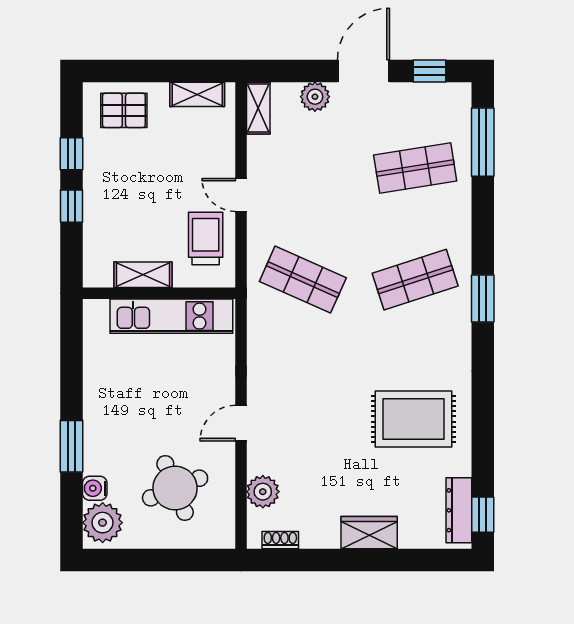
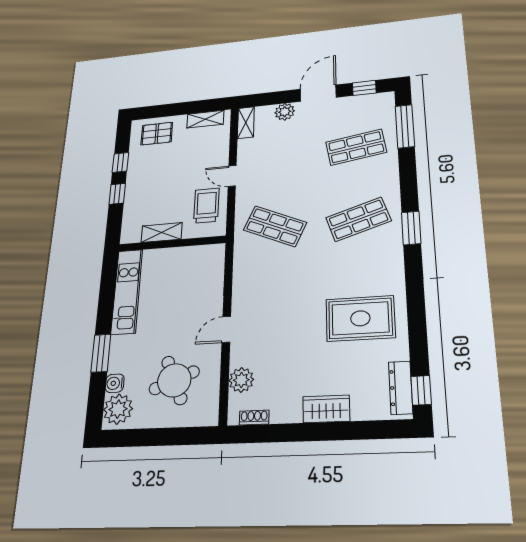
kitchen unit: (171, 316) -> (127, 291), moved, turned -90

